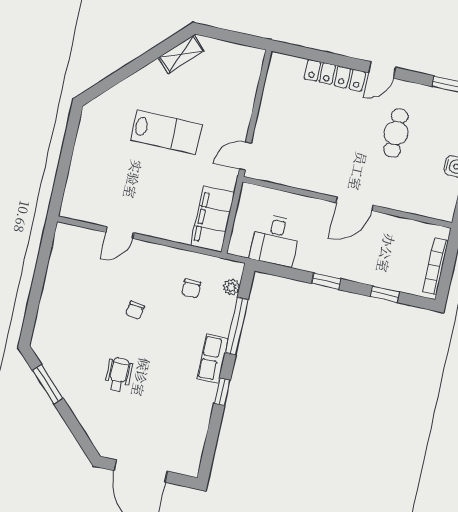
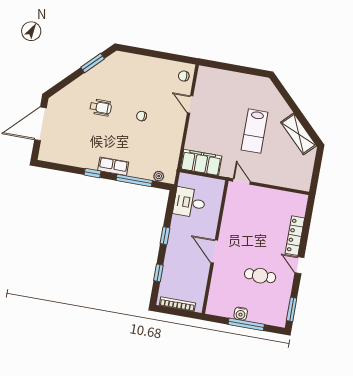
shelving: (181, 54) -> (299, 134), width x1.50, depth x1.33
chair: (191, 288) -> (184, 76), moved

